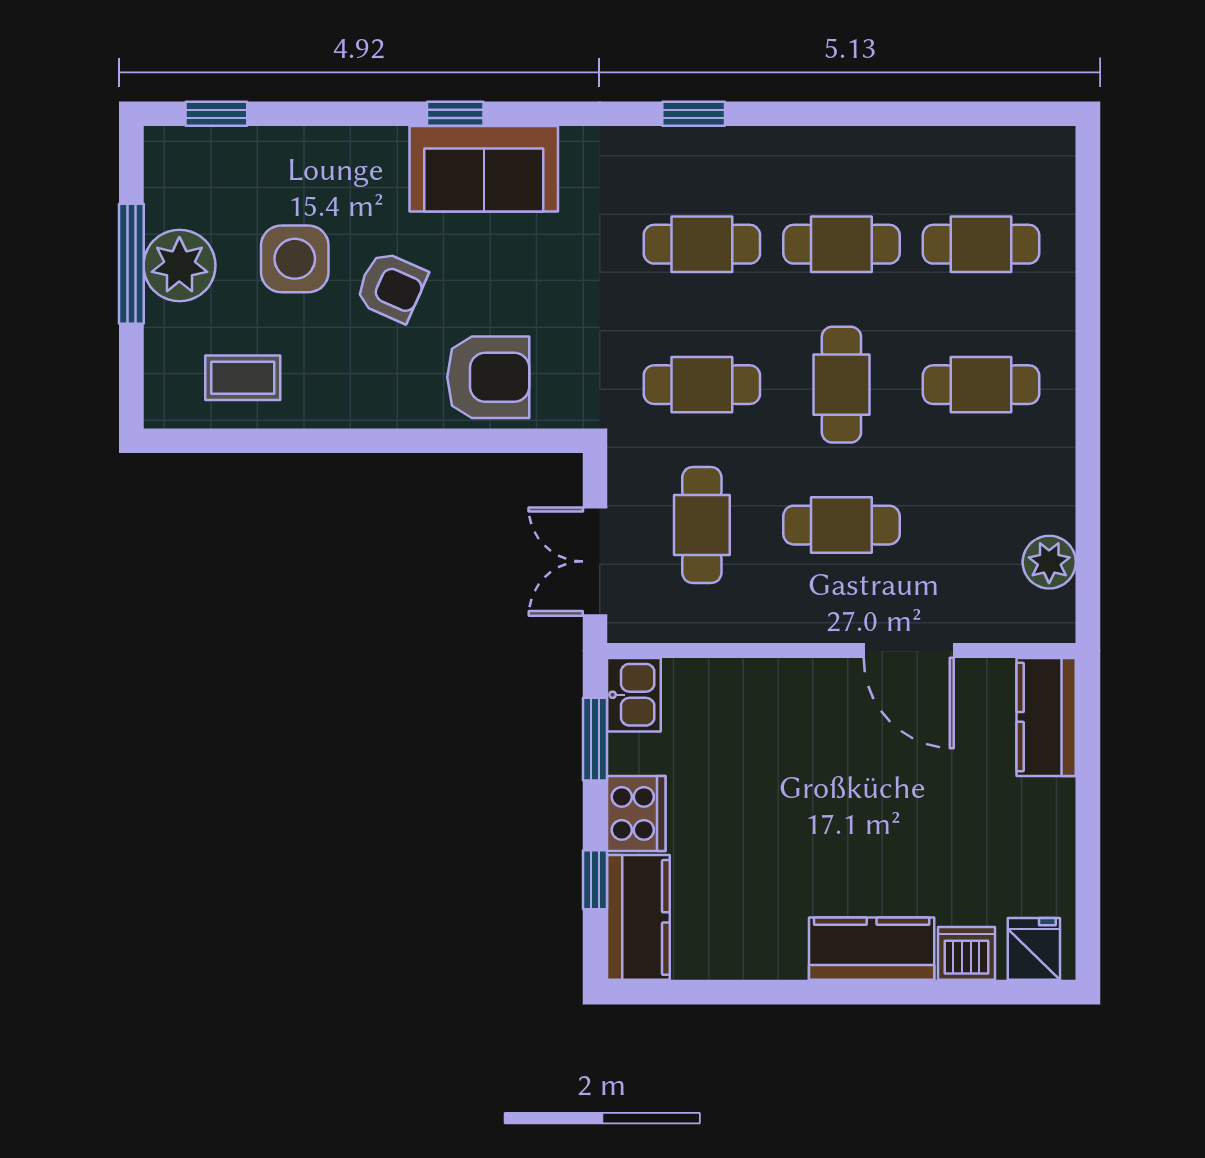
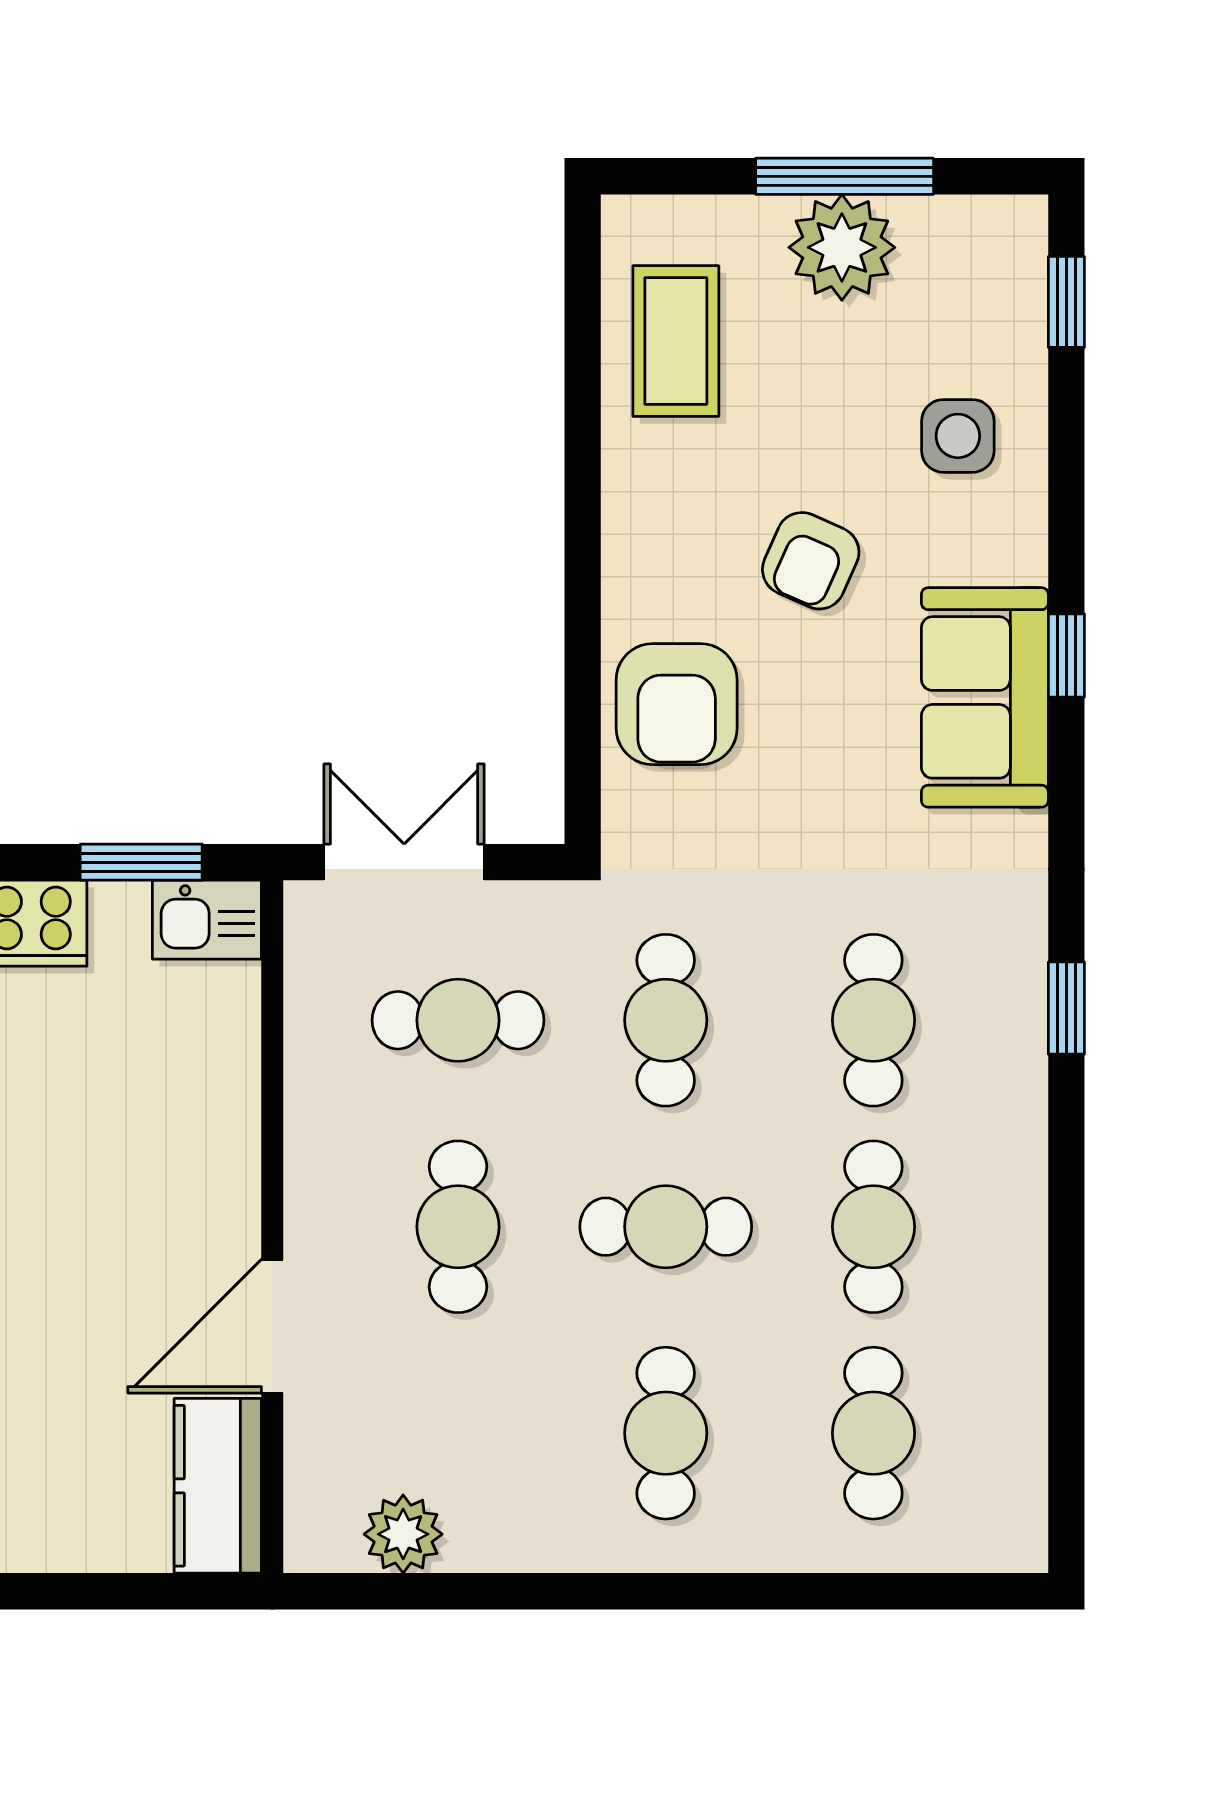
side table: (295, 259) -> (958, 436), moved, width x0.73, depth x0.73
coffee table: (243, 378) -> (676, 341), width x1.36, depth x1.30
kitchen counter: (1046, 717) -> (218, 1486), moved, turned -90

